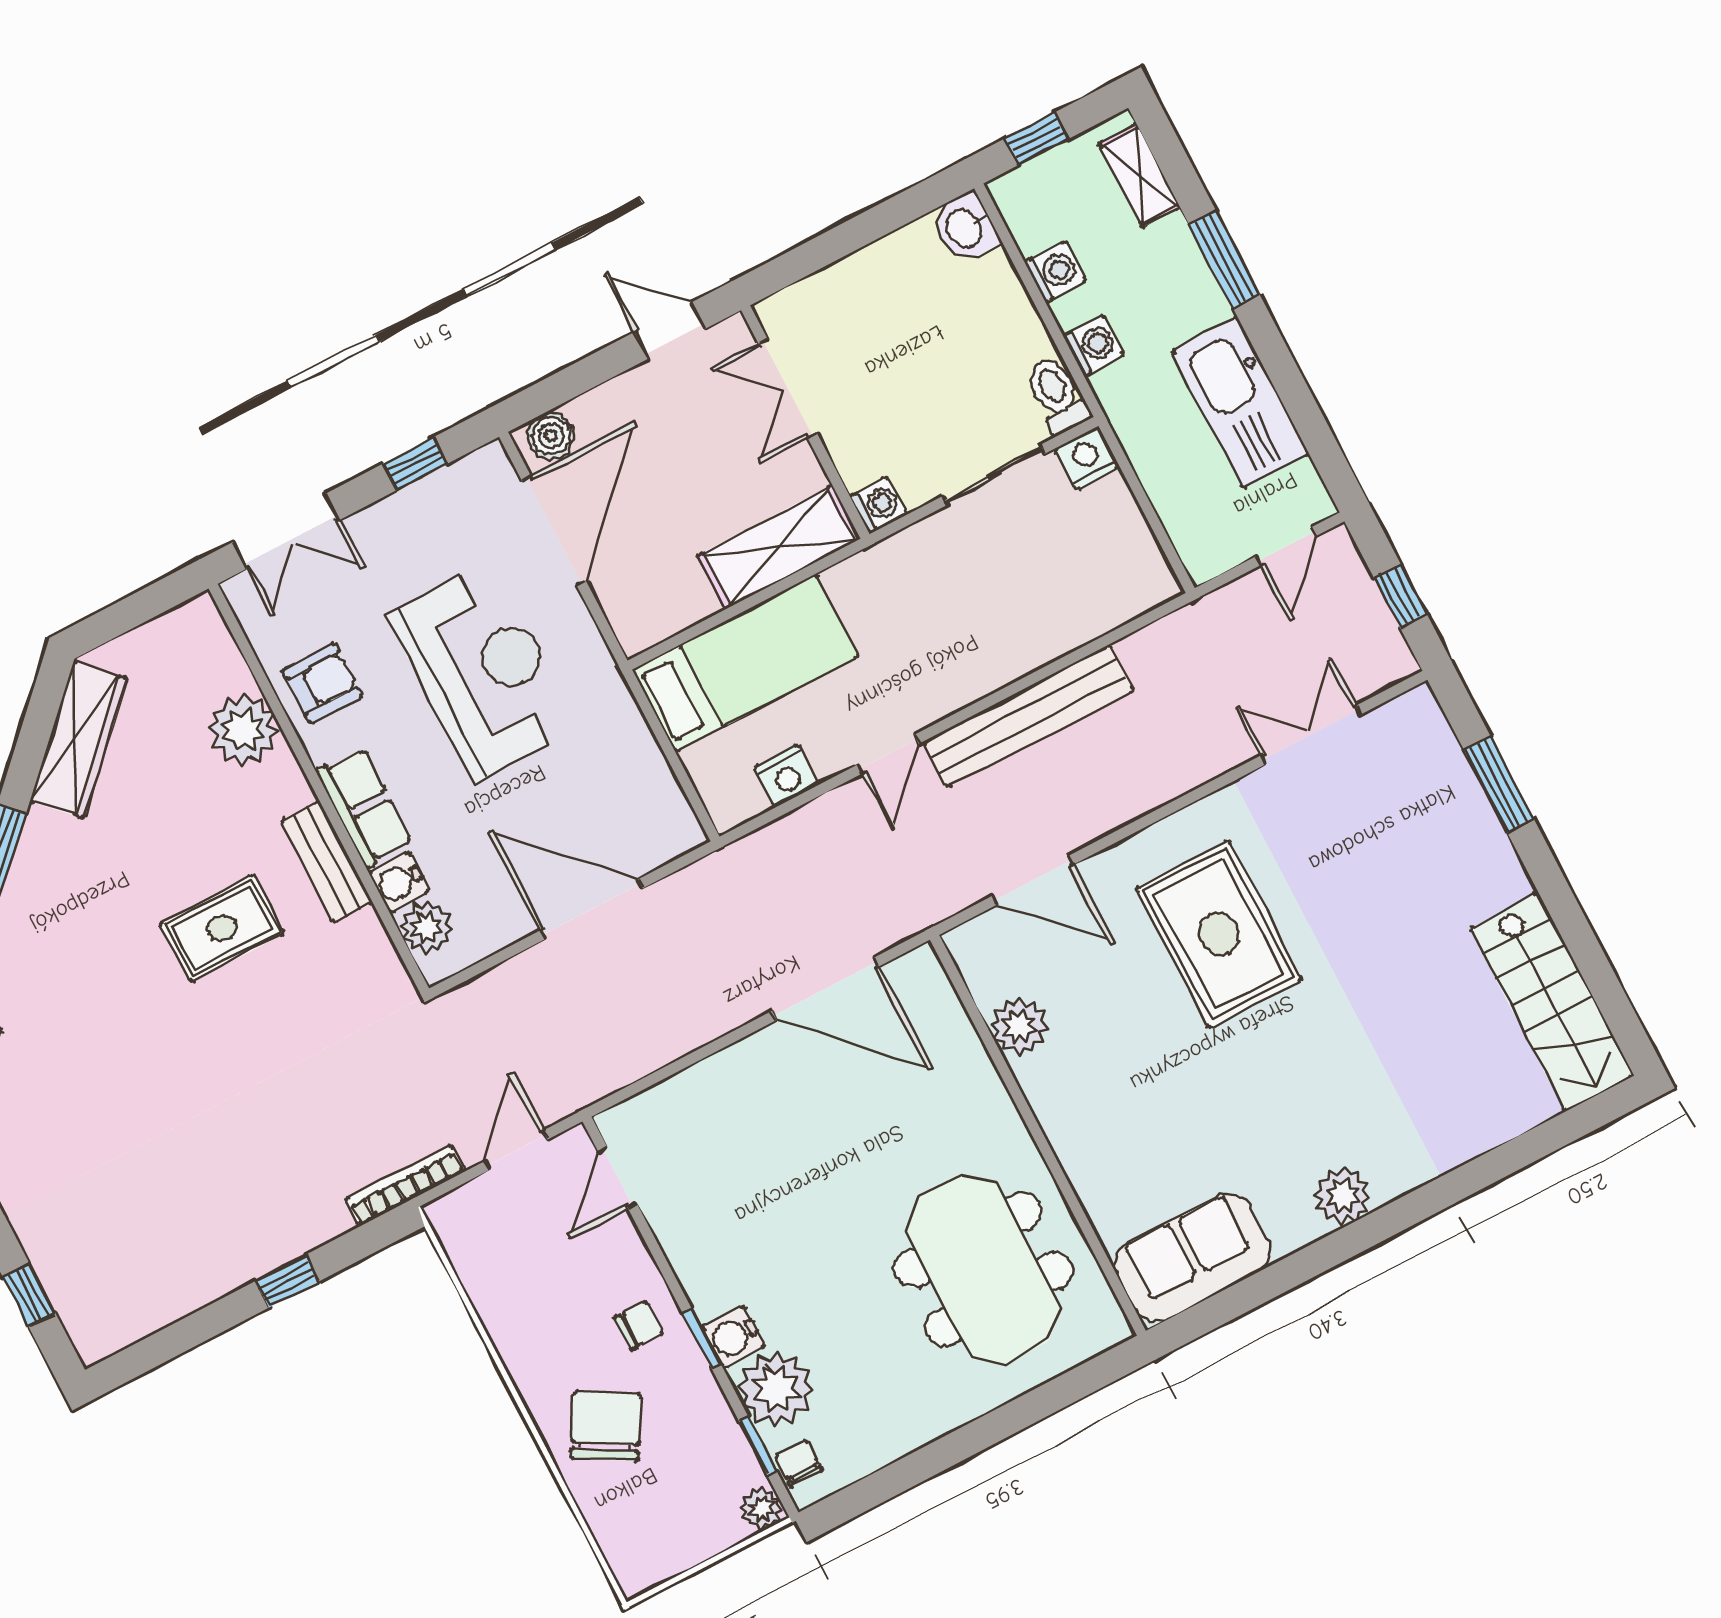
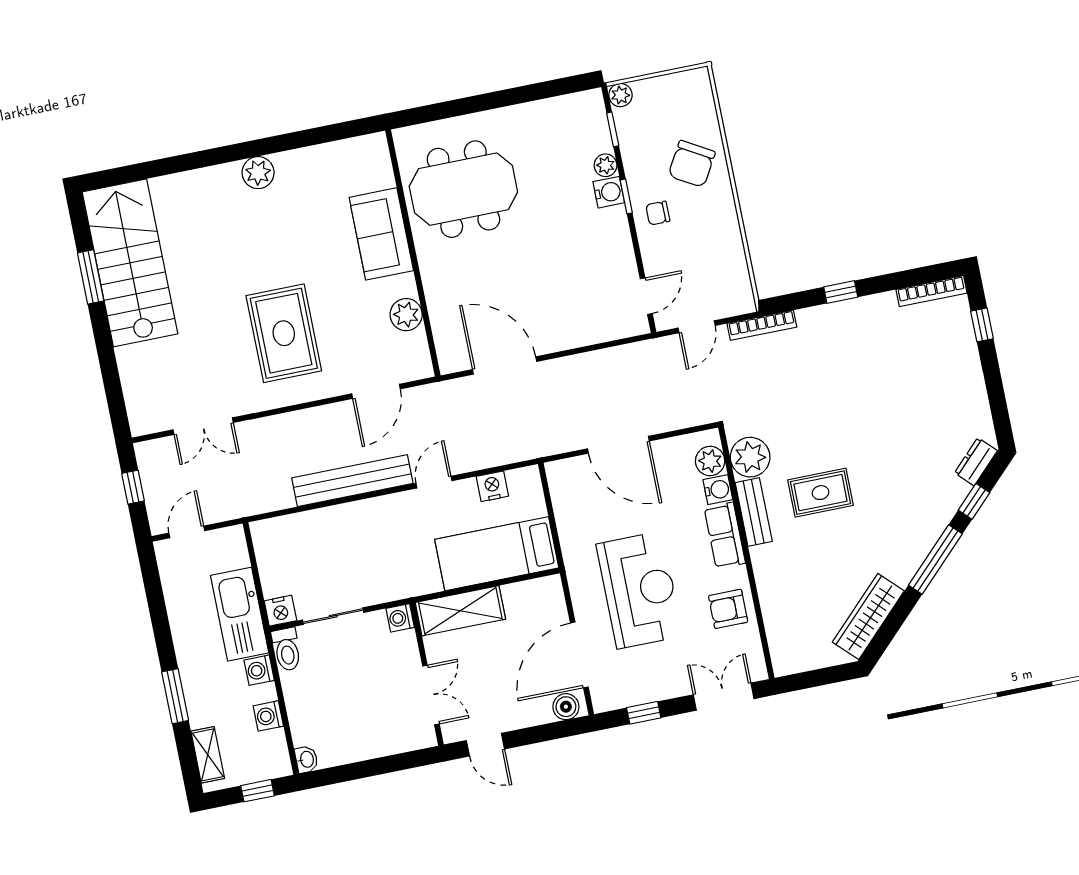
washbasin: (965, 228) -> (306, 759), width x0.72, depth x0.69
kitchen sink: (1240, 403) -> (240, 614), moved, turned 180
reception desk: (483, 672) -> (640, 590), turned 180
plant: (243, 730) -> (750, 457), moved
window: (1499, 785) -> (91, 277), moved
door: (1033, 880) -> (376, 391), swing flipped
stairs: (1552, 1002) -> (130, 263), width x1.36, depth x1.51
sofa: (1192, 1258) -> (381, 234), moved, turned 90
meeting table: (983, 1270) -> (463, 189), turned 90
bookcase: (132, 1328) -> (931, 291), added
plant: (776, 1389) -> (606, 165), width x0.53, depth x0.53
chair: (799, 1463) -> (593, 114), removed

